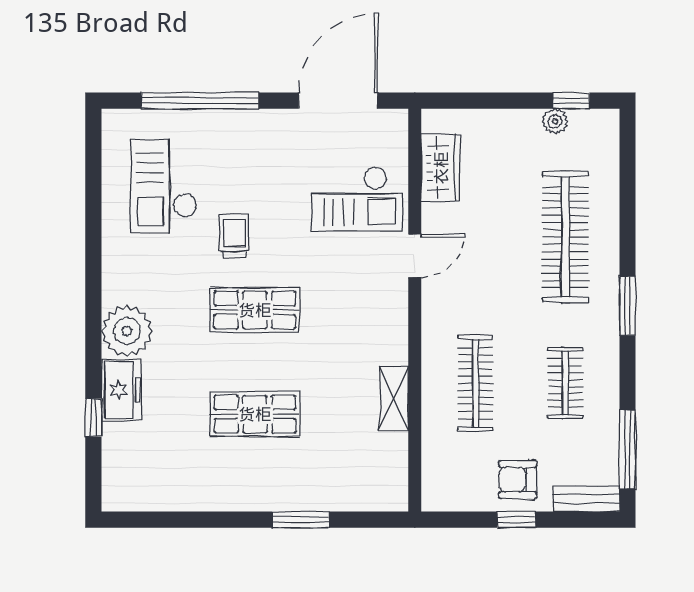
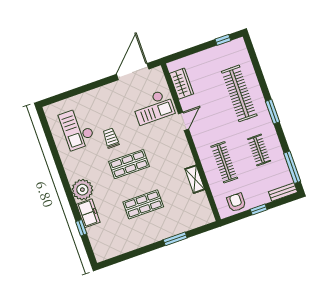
window: (200, 101) -> (79, 90), removed
plant: (555, 121) -> (219, 50), removed
armchair: (518, 480) -> (236, 202), moved, turned 90

